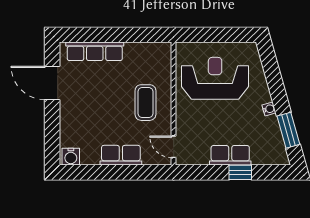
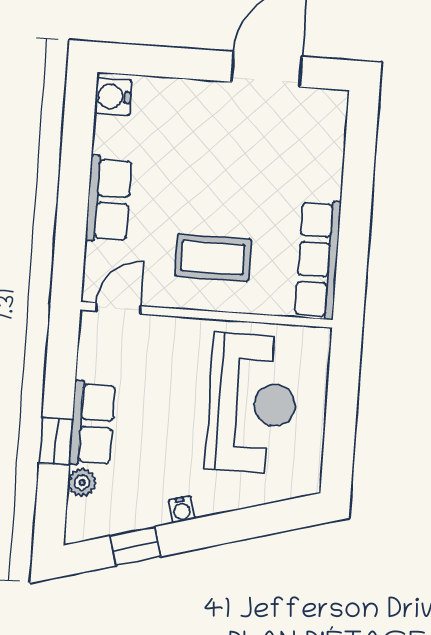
row of seats: (95, 51) -> (318, 260), moved
window: (288, 130) -> (135, 546), width x0.67
plant: (259, 158) -> (82, 482), added

